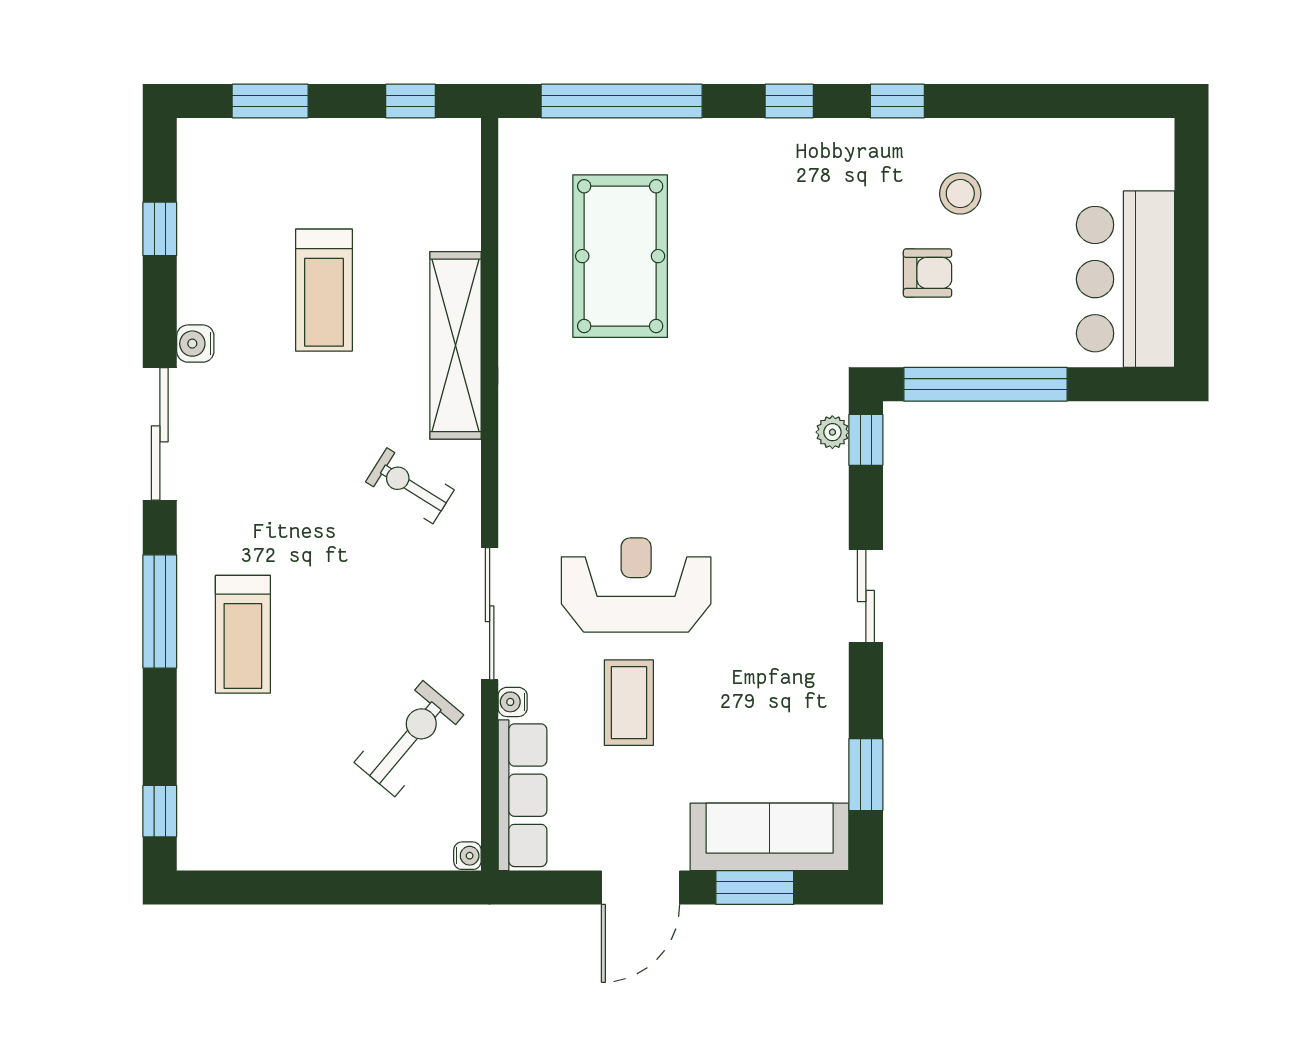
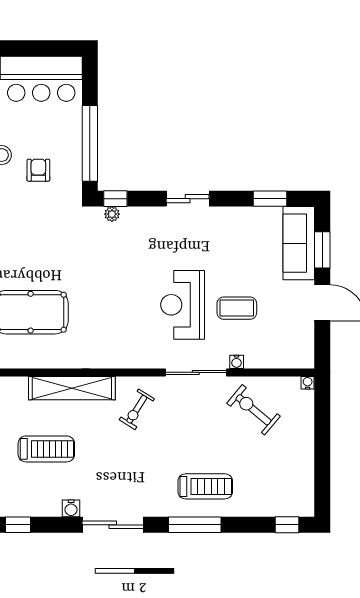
row of seats: (522, 795) -> (280, 357), removed

